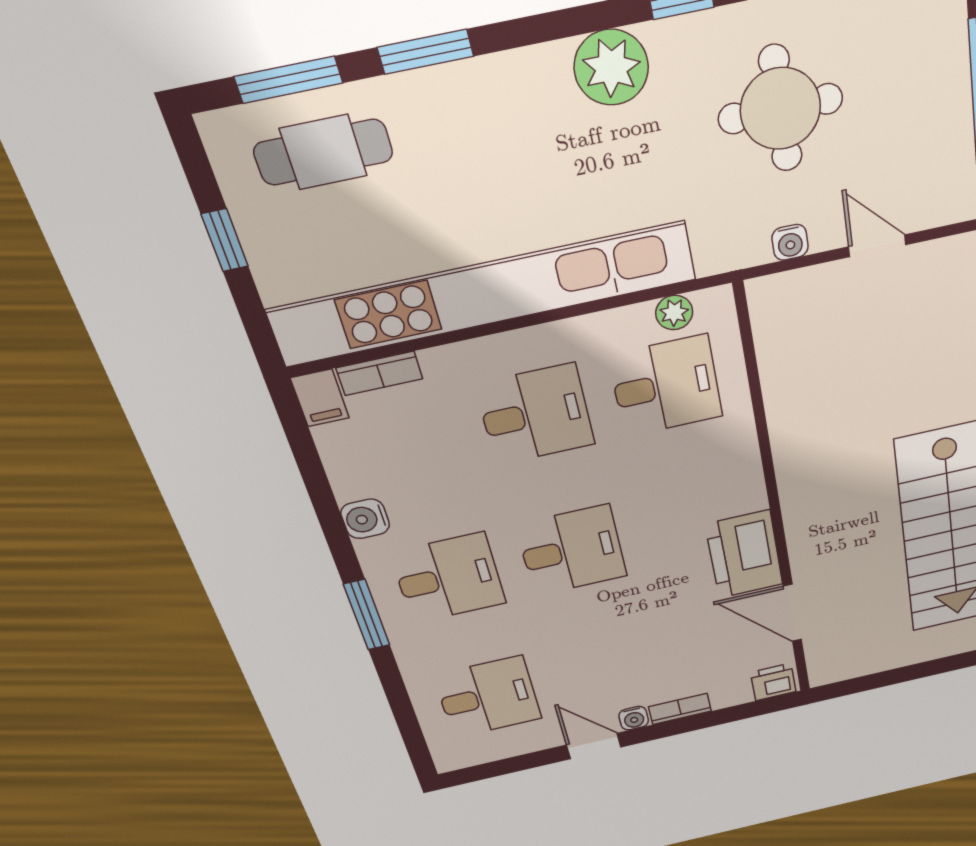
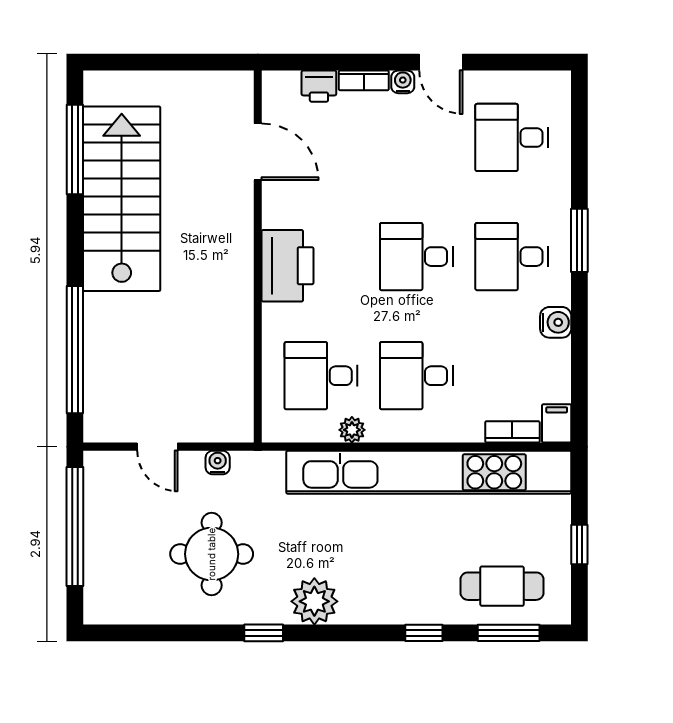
window: (426, 52) -> (424, 633), width x0.67
plant: (674, 313) -> (352, 430), moved
printer: (744, 554) -> (287, 266), moved
printer: (773, 682) -> (319, 86), moved

